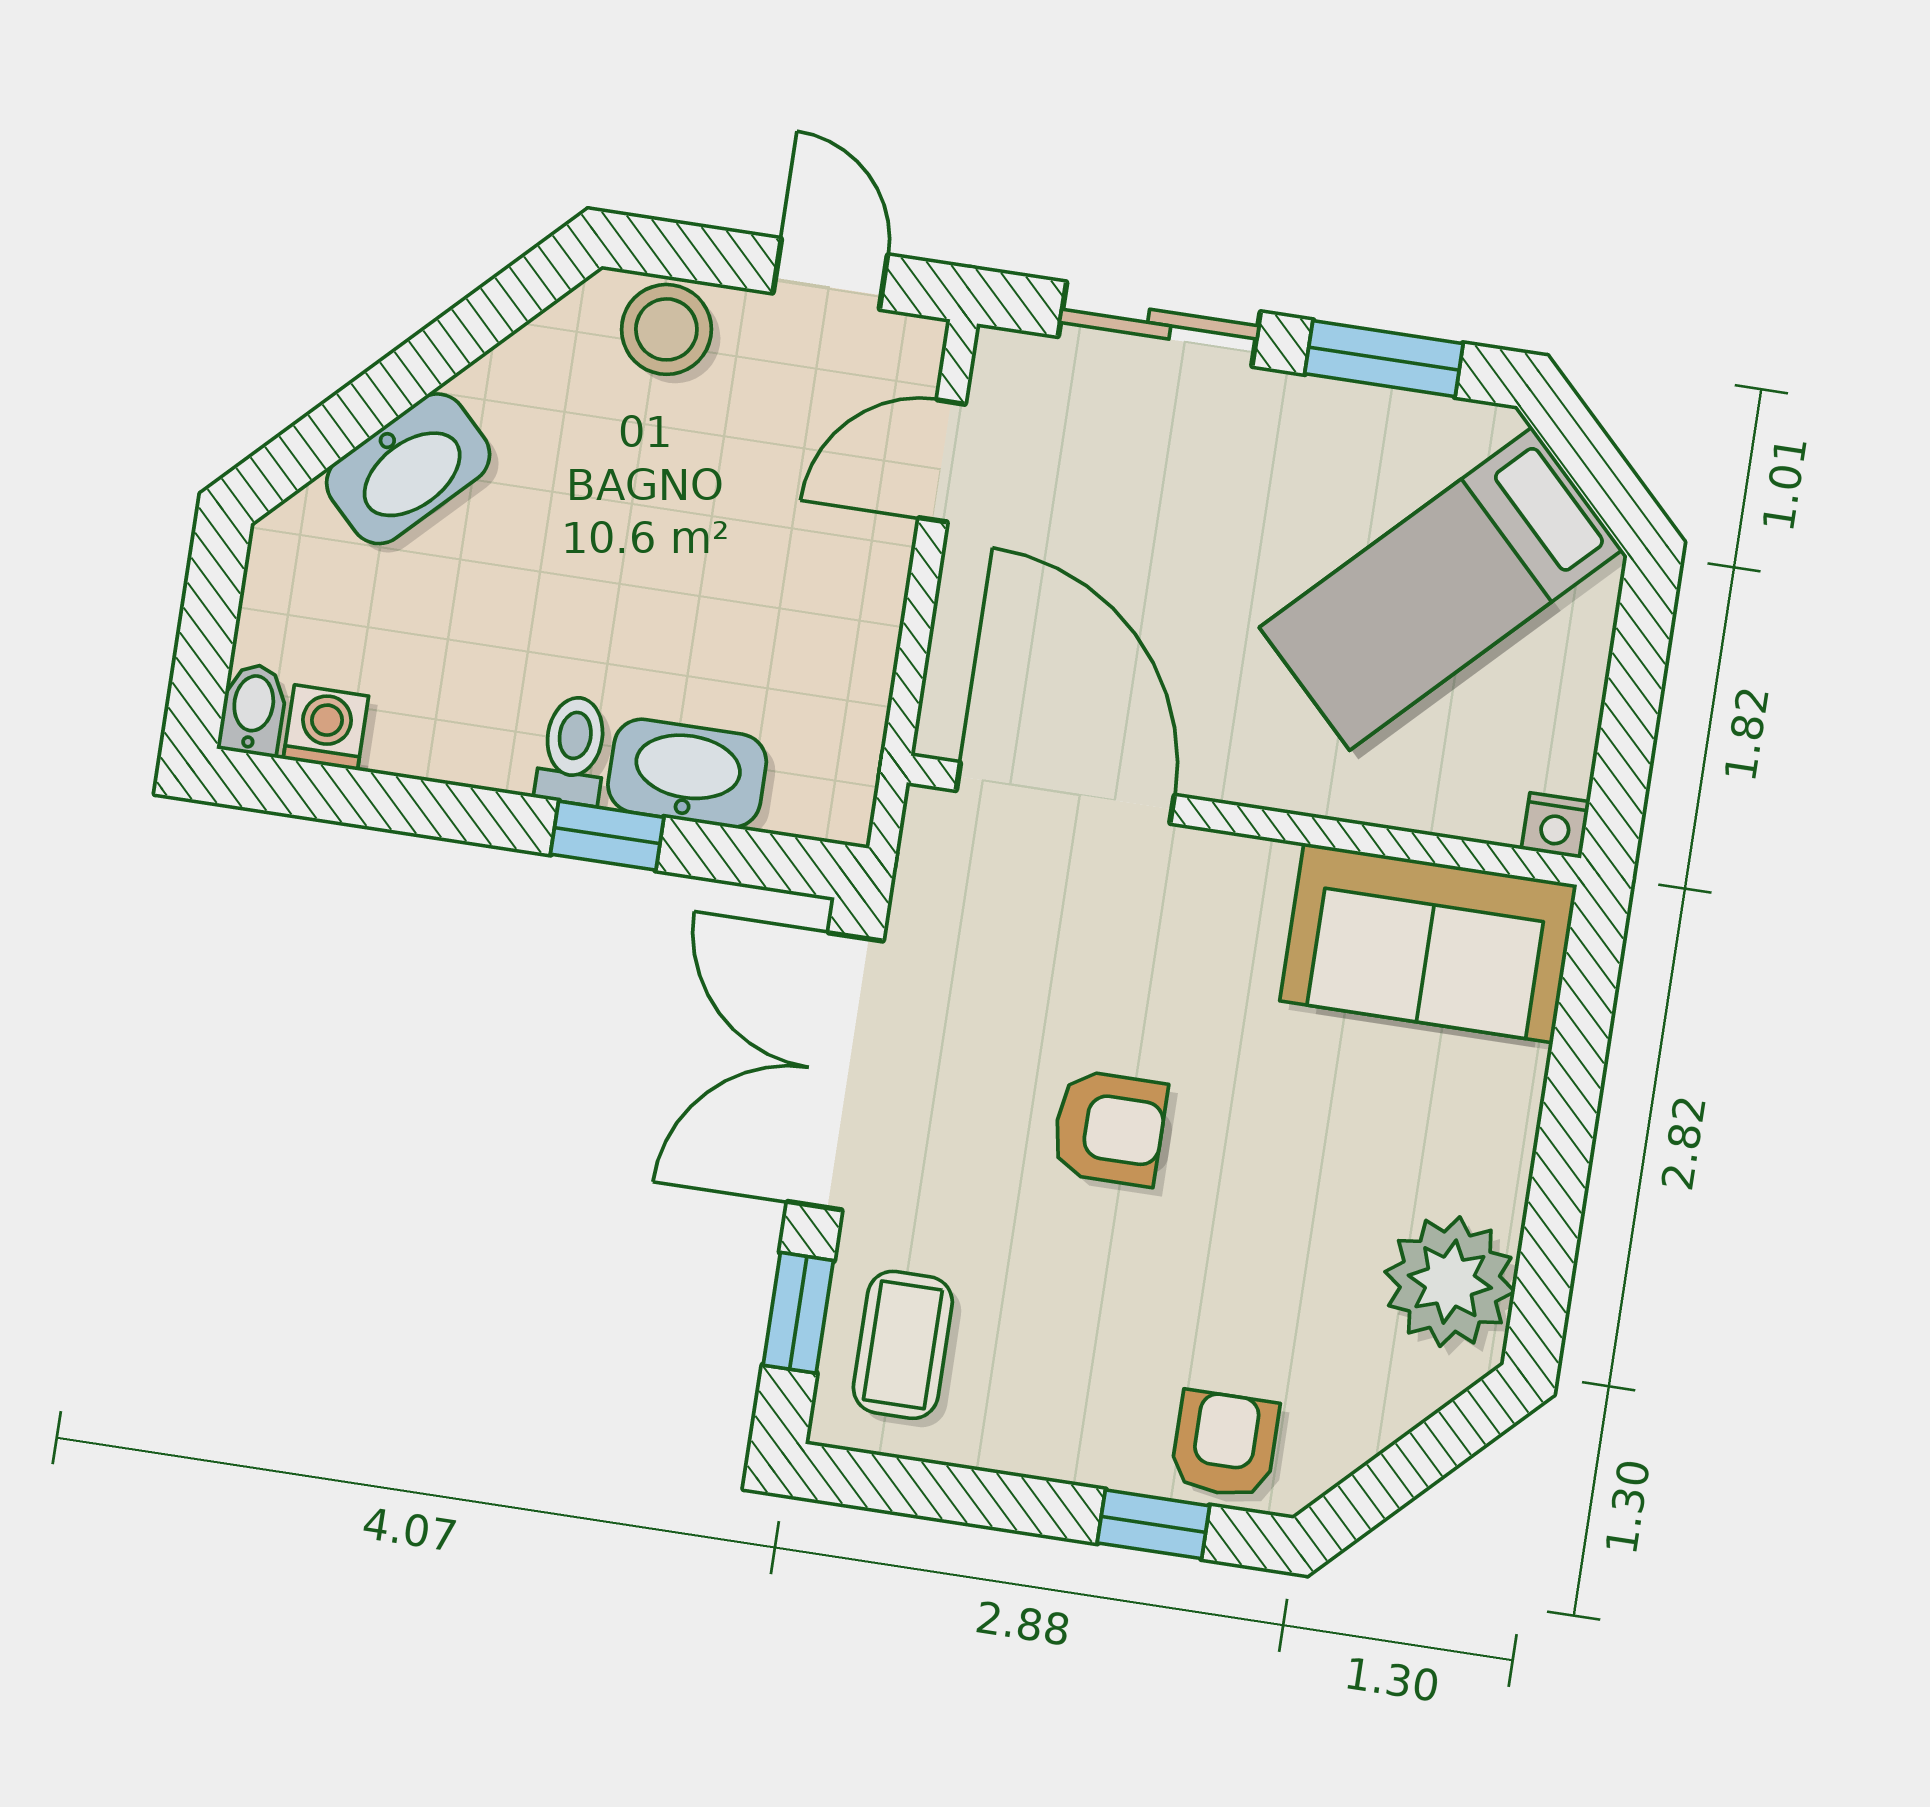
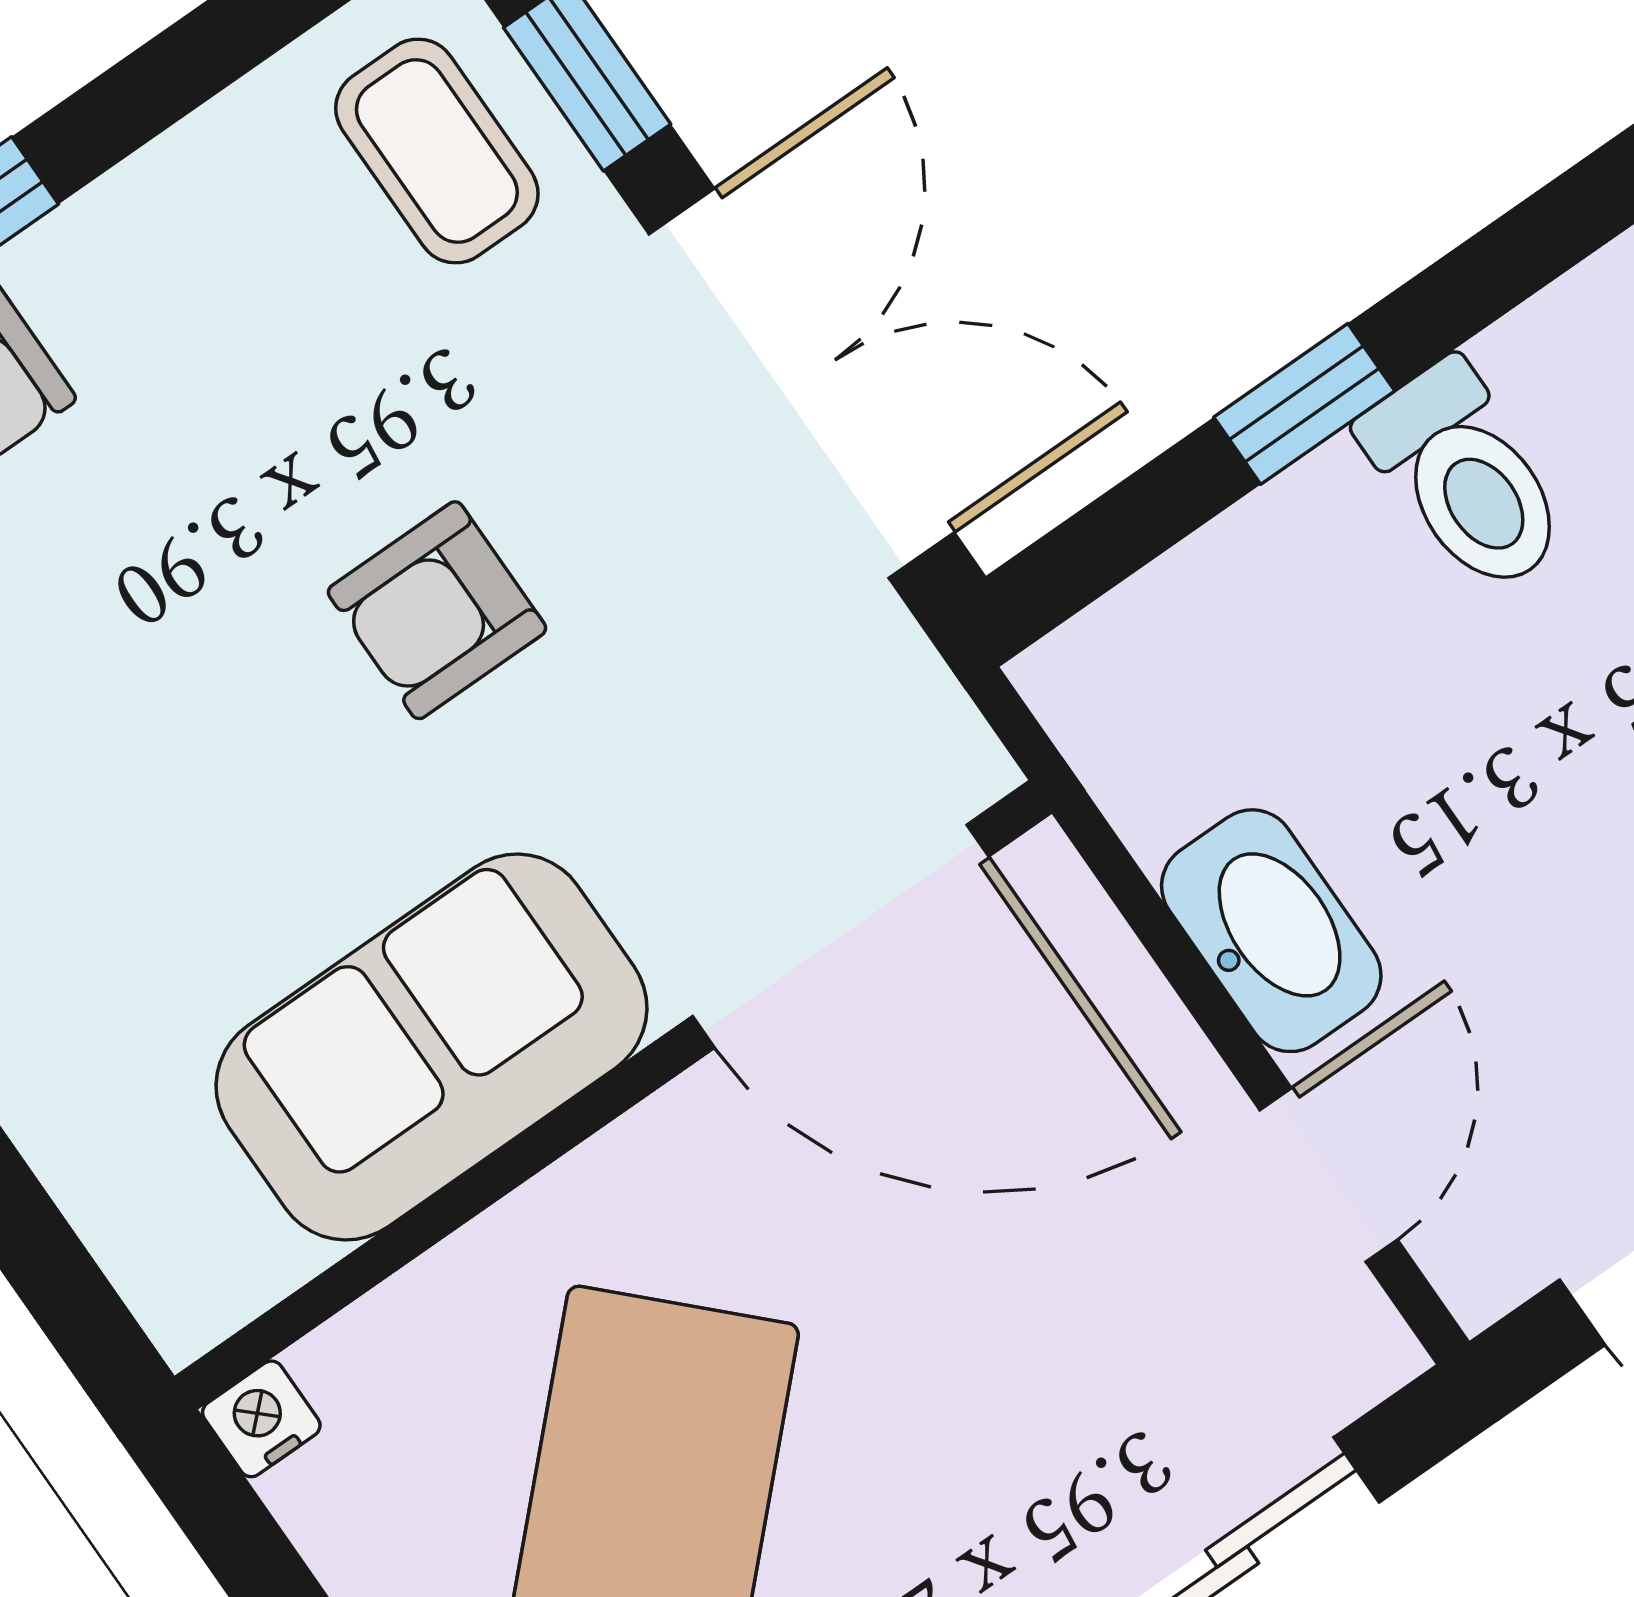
toilet: (573, 750) -> (1466, 478), width x1.37, depth x1.39
washbasin: (687, 773) -> (1271, 931), moved, turned -90
sofa: (1428, 943) -> (432, 1047), moved

